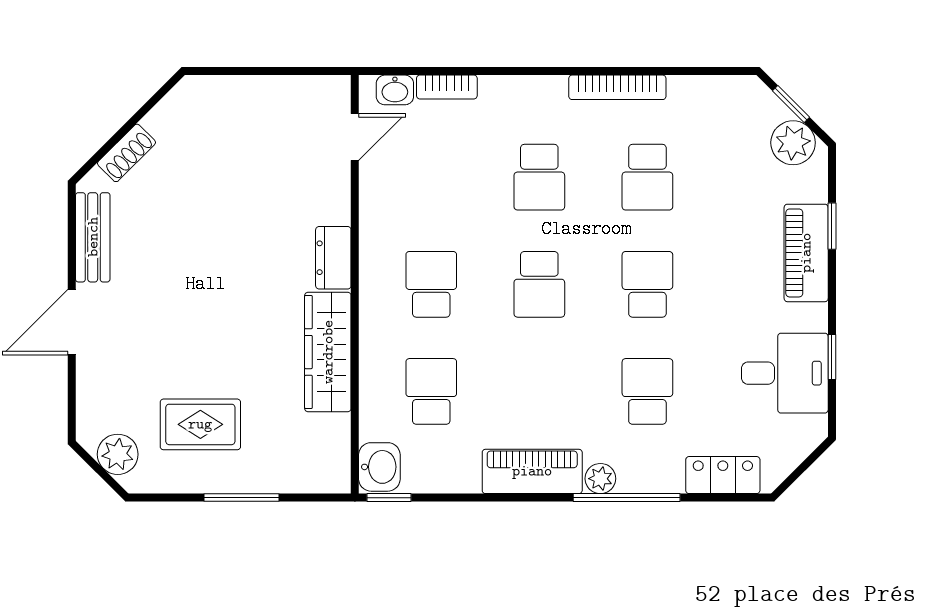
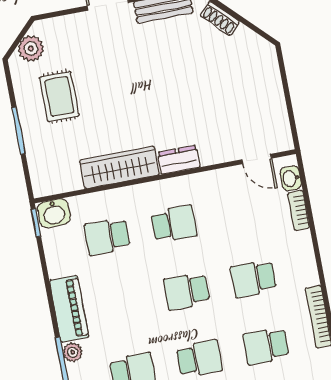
school desk: (431, 391) -> (107, 236), turned 180

